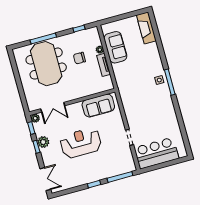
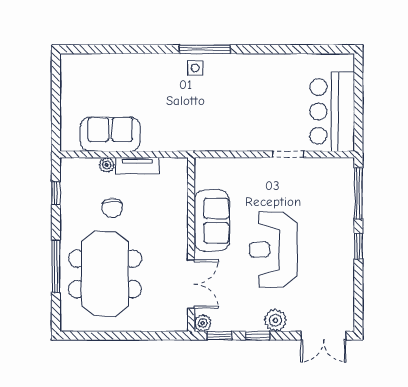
fireplace: (146, 28) -> (90, 65), removed
meeting table: (46, 64) -> (105, 274), turned 90
sofa: (98, 106) -> (212, 221), moved
plant: (43, 142) -> (275, 320), moved
double door: (45, 179) -> (323, 336), swing flipped

